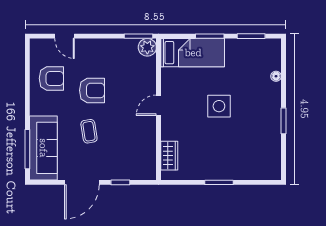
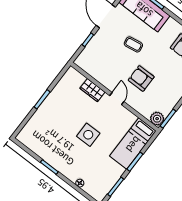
armchair: (92, 90) -> (141, 78), moved, turned 90
wardrobe: (169, 156) -> (92, 90), moved

